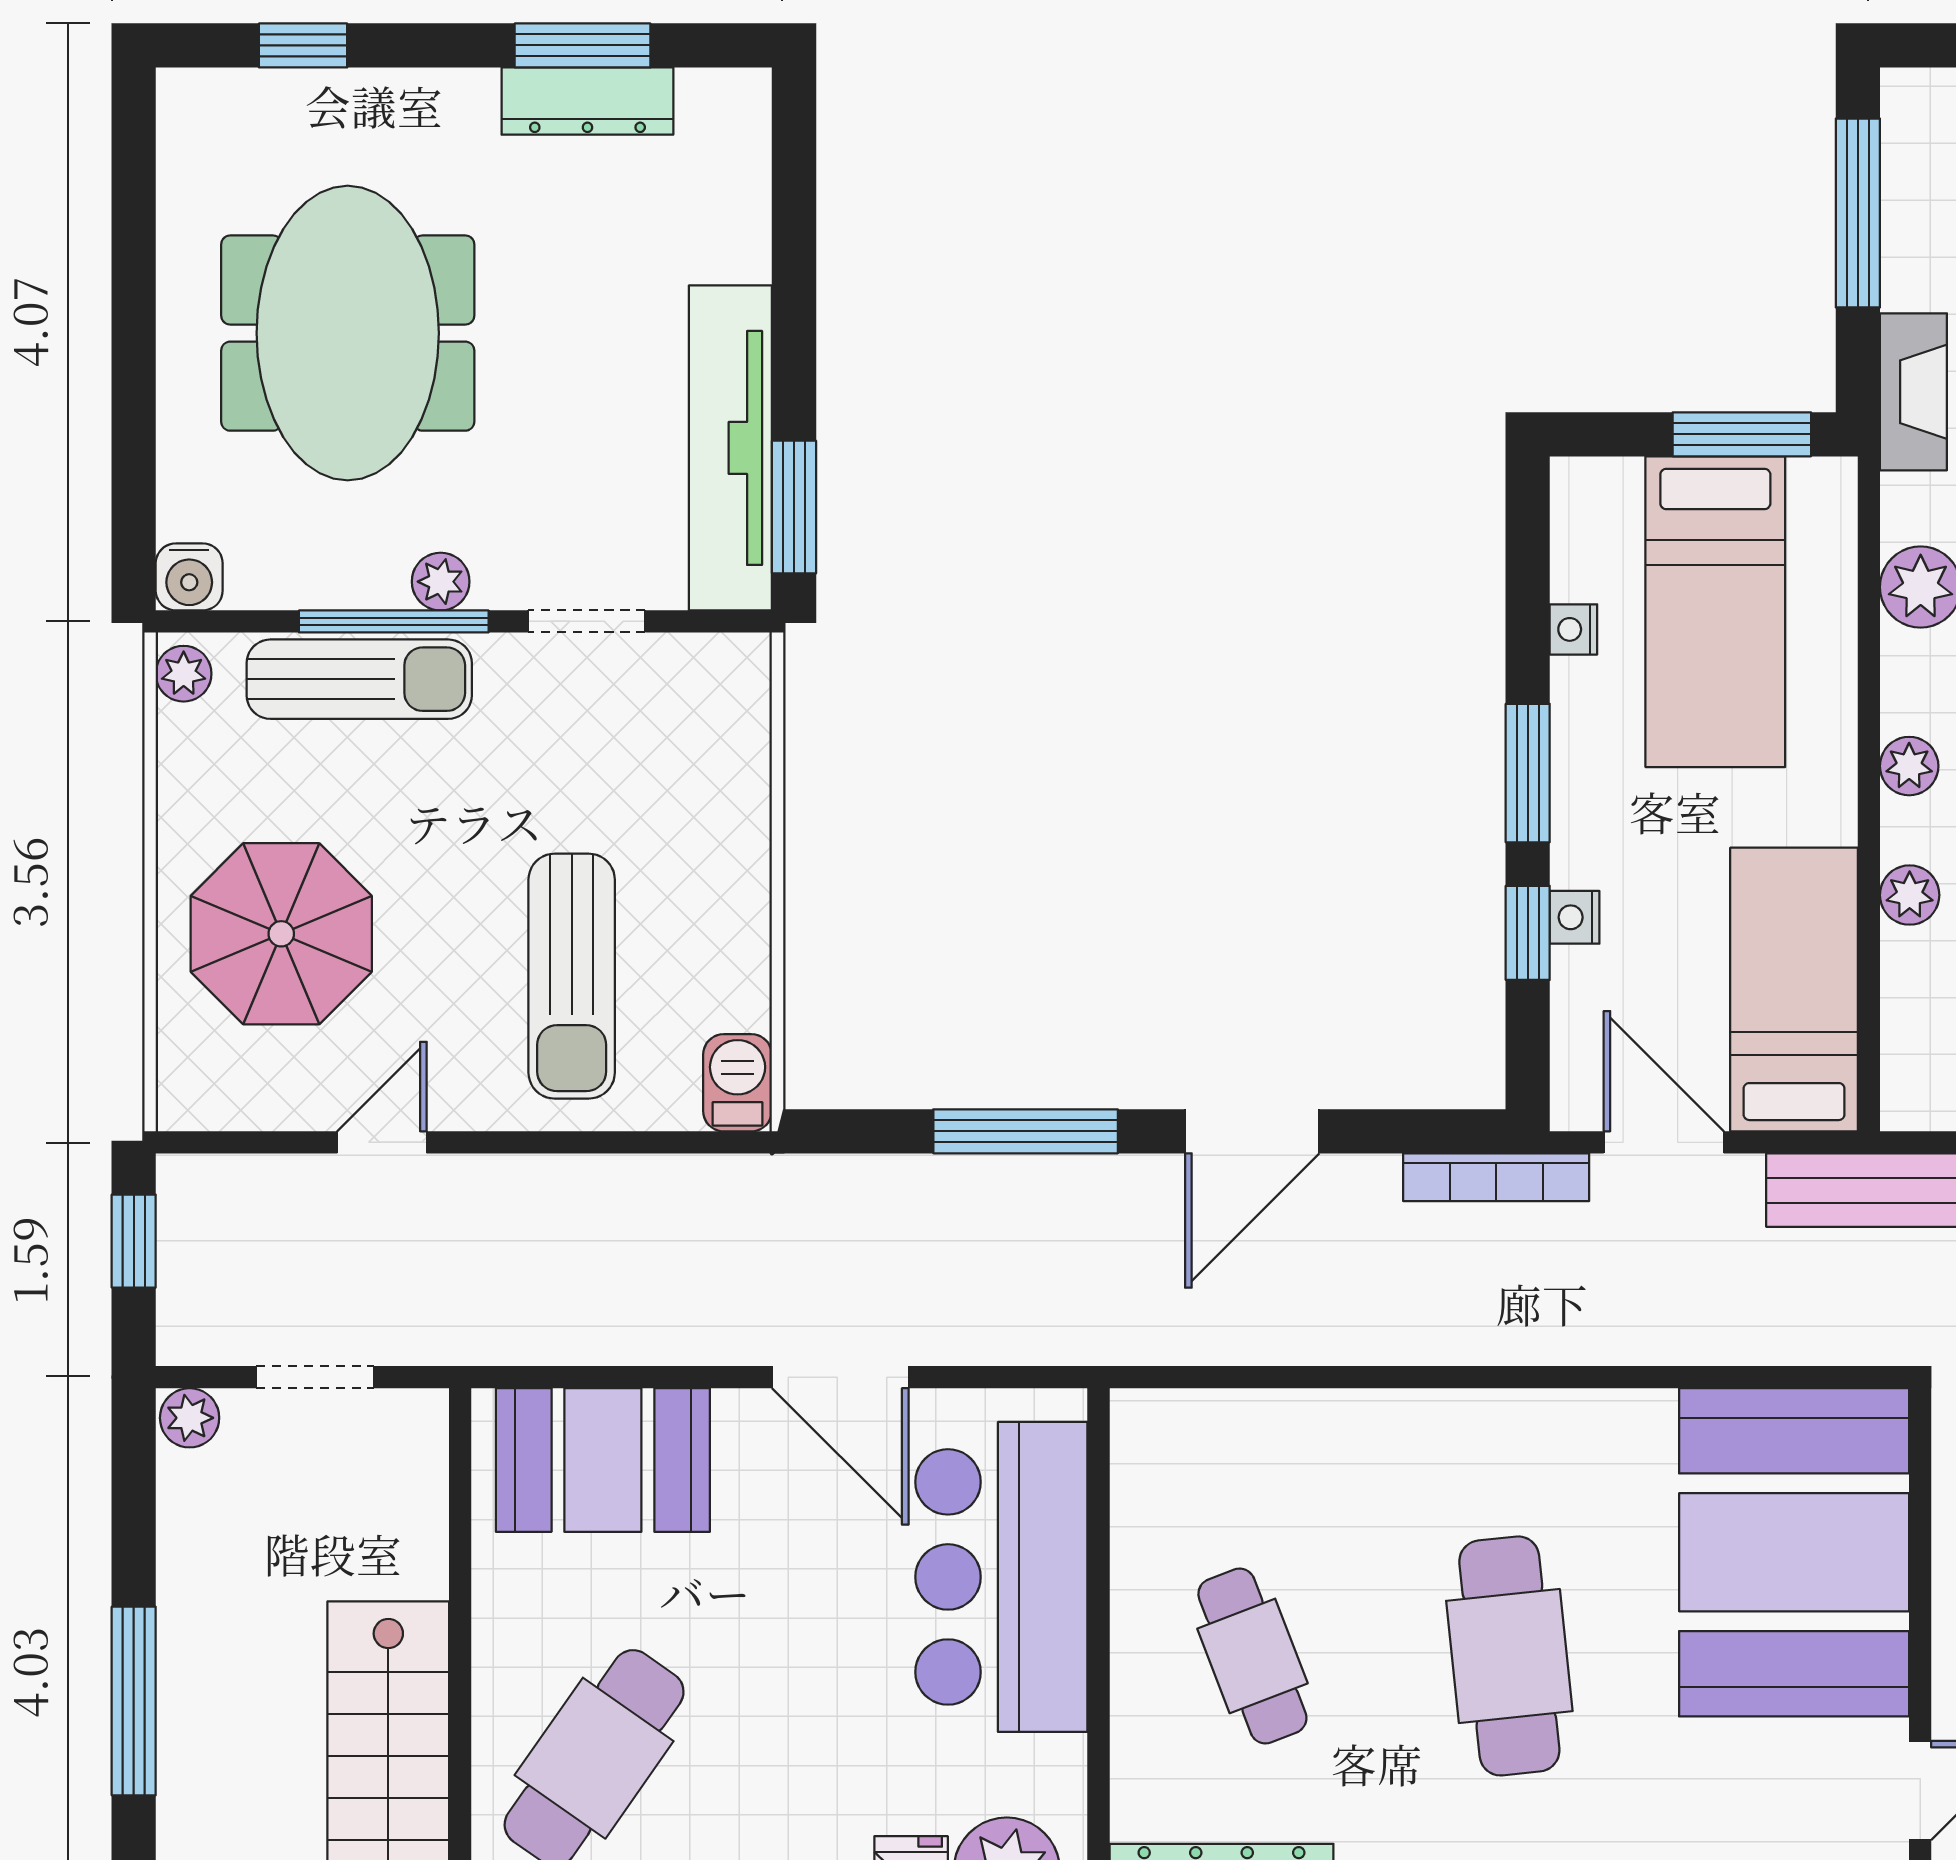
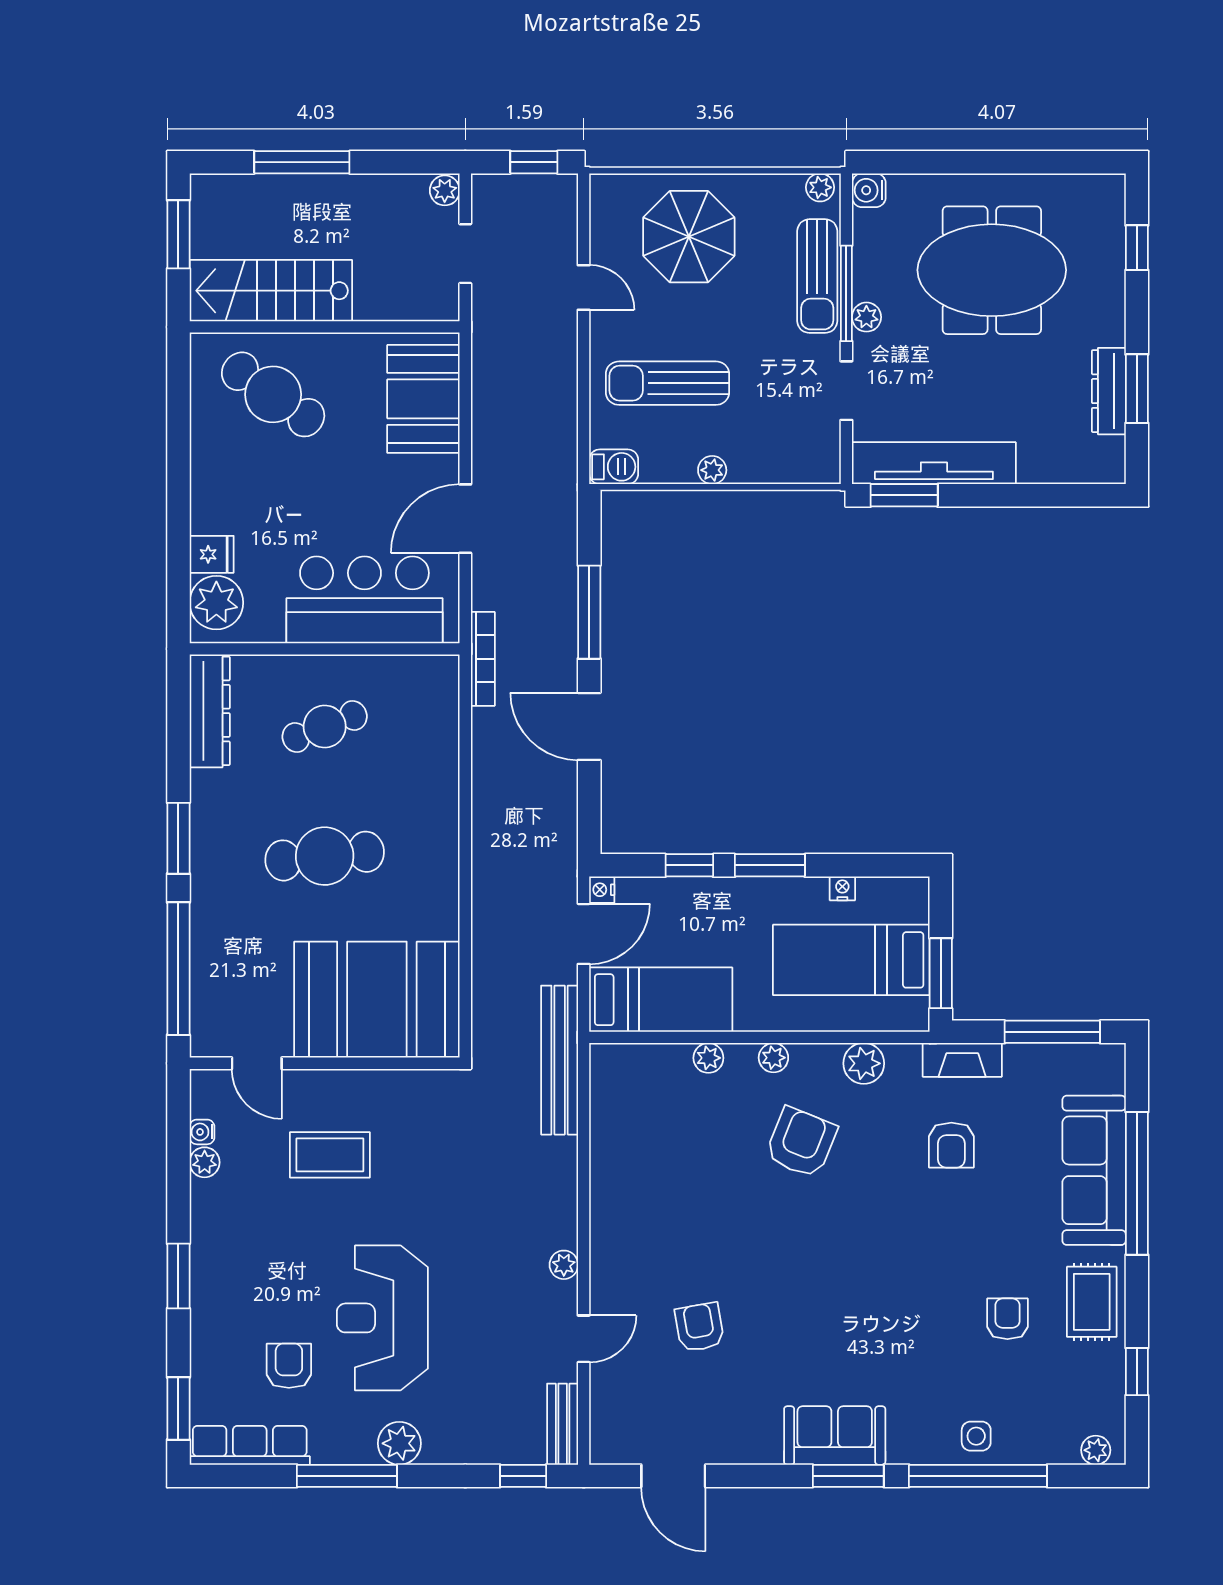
plant: (744, 888) -> (712, 470), added
nightstand: (1575, 917) -> (602, 890), moved, turned -90
bookcase: (1496, 1177) -> (483, 659), moved, turned 180

